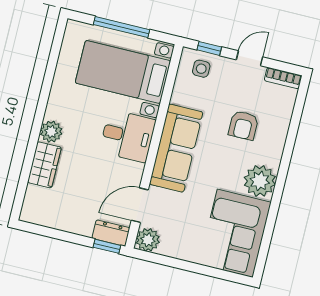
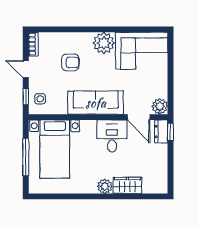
desk: (127, 136) -> (112, 136), moved

